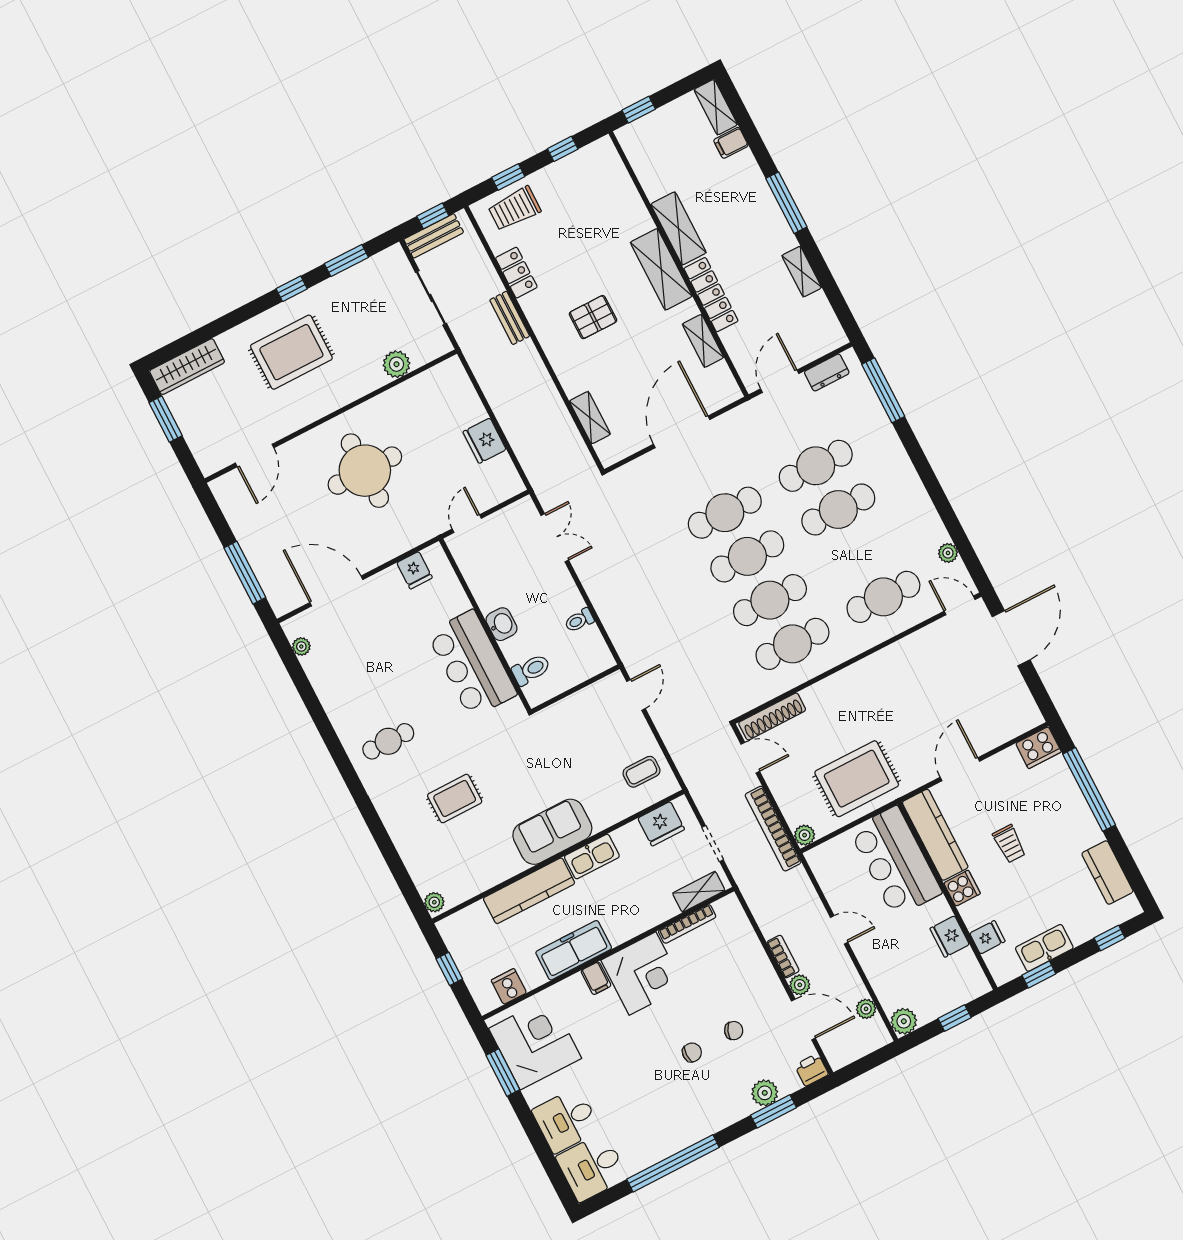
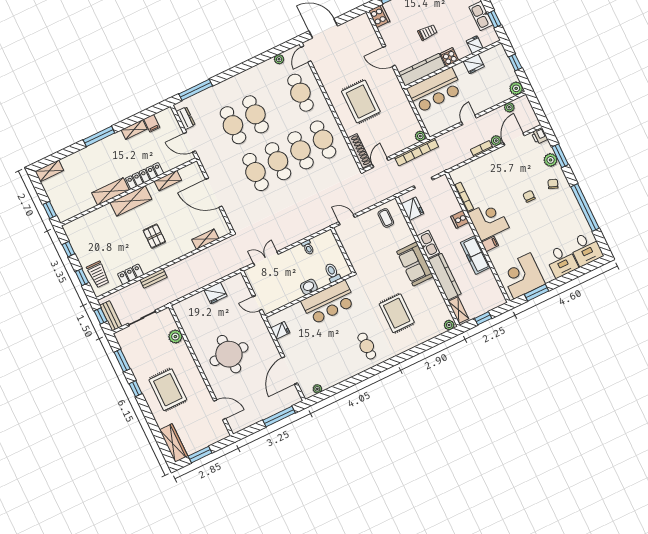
filing cabinet: (731, 143) -> (152, 123), moved
rug: (857, 779) -> (361, 101), moved
rug: (455, 798) -> (397, 313), width x1.36, depth x1.43
shelving: (699, 892) -> (458, 310), moved
cooker: (509, 986) -> (460, 219), moved
chair: (734, 1031) -> (553, 184), moved

